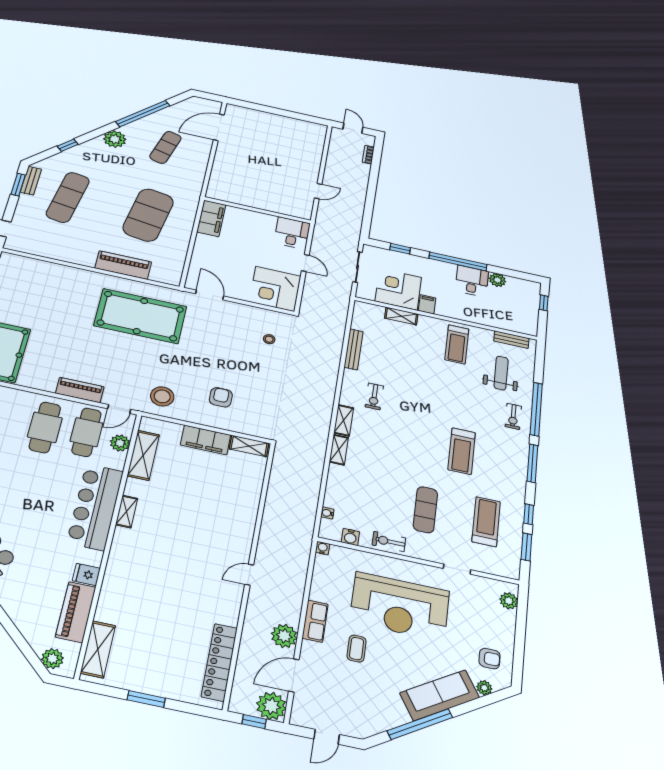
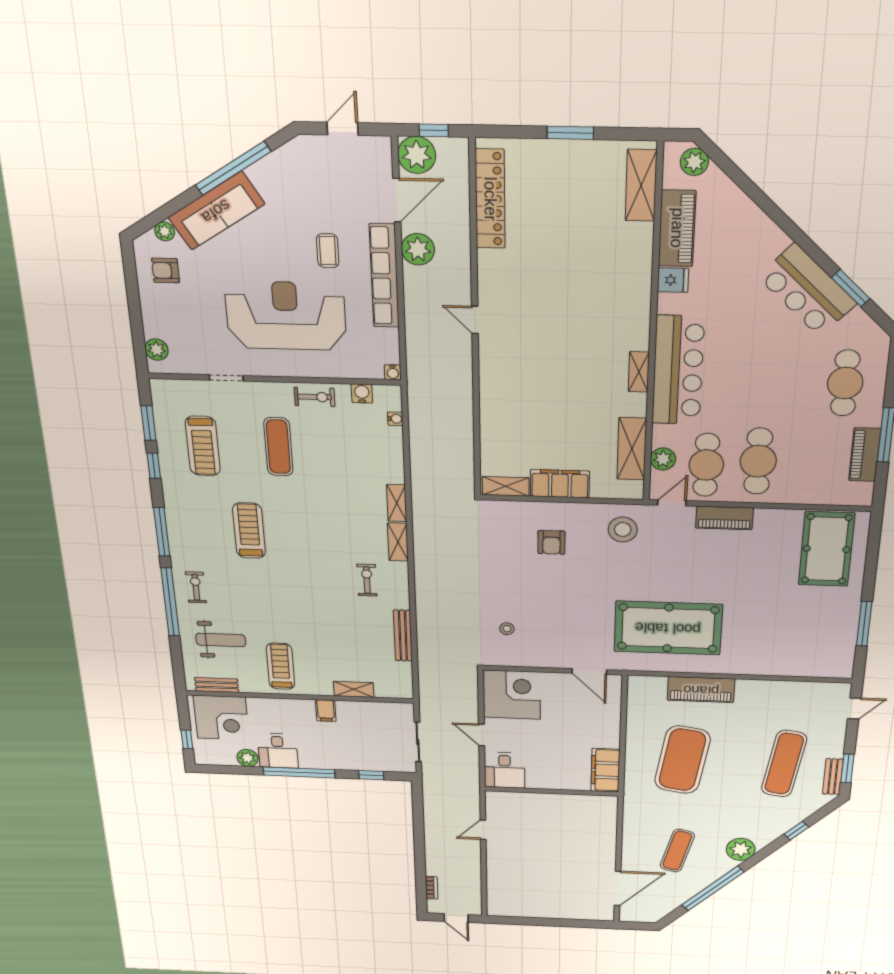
corner desk: (398, 289) -> (221, 718), moved
weight bench: (501, 373) -> (221, 640), turned -90
door: (249, 575) -> (475, 320), swing flipped
row of seats: (315, 621) -> (384, 276), width x2.02

